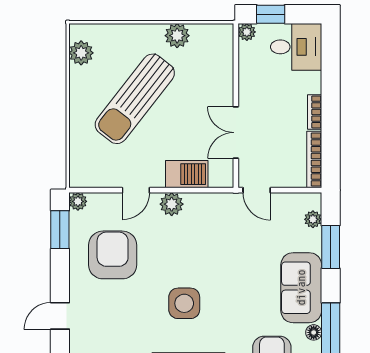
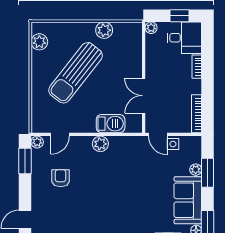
window: (271, 14) -> (180, 16), moved
bookcase: (315, 112) -> (197, 67), moved
door: (136, 190) -> (60, 134), moved
plant: (313, 219) -> (196, 170), moved
armchair: (113, 255) -> (61, 178), width x0.53, depth x0.53
side table: (184, 303) -> (173, 144), moved, width x0.54, depth x0.54

